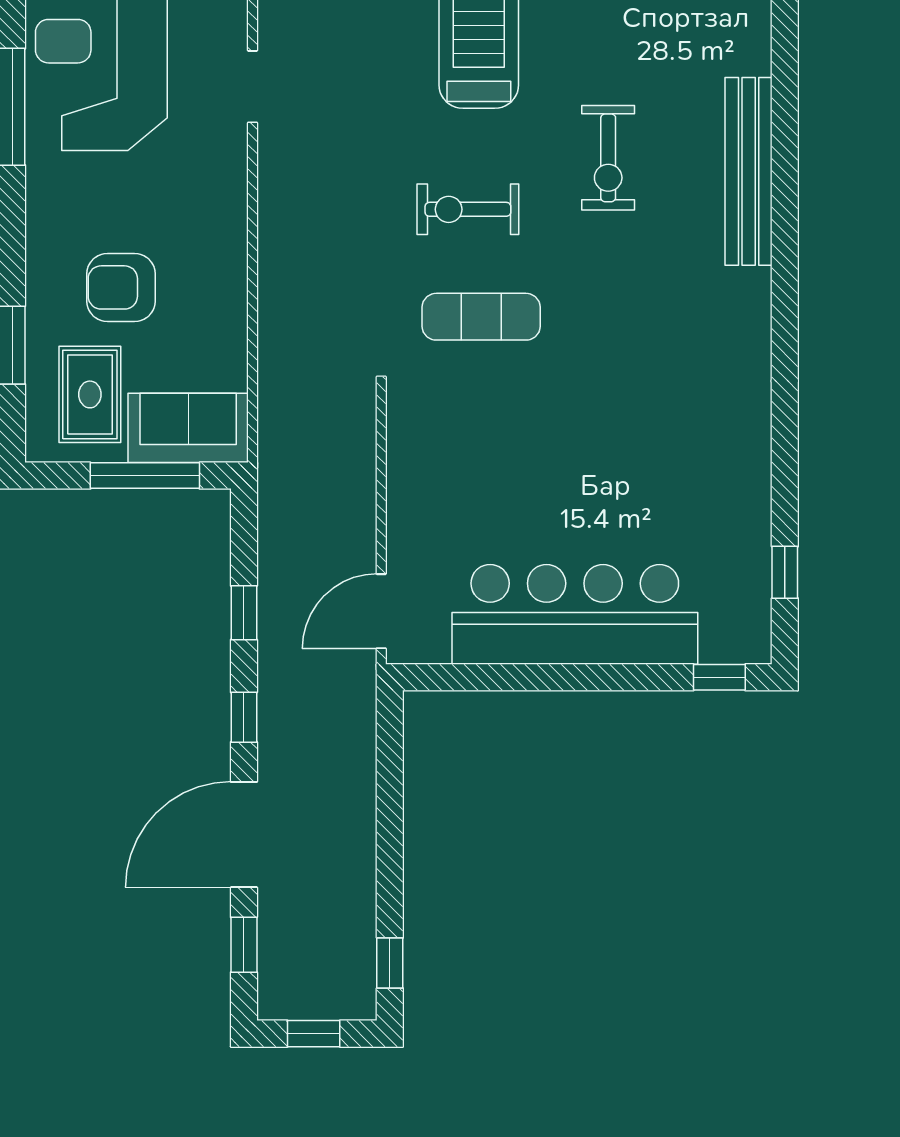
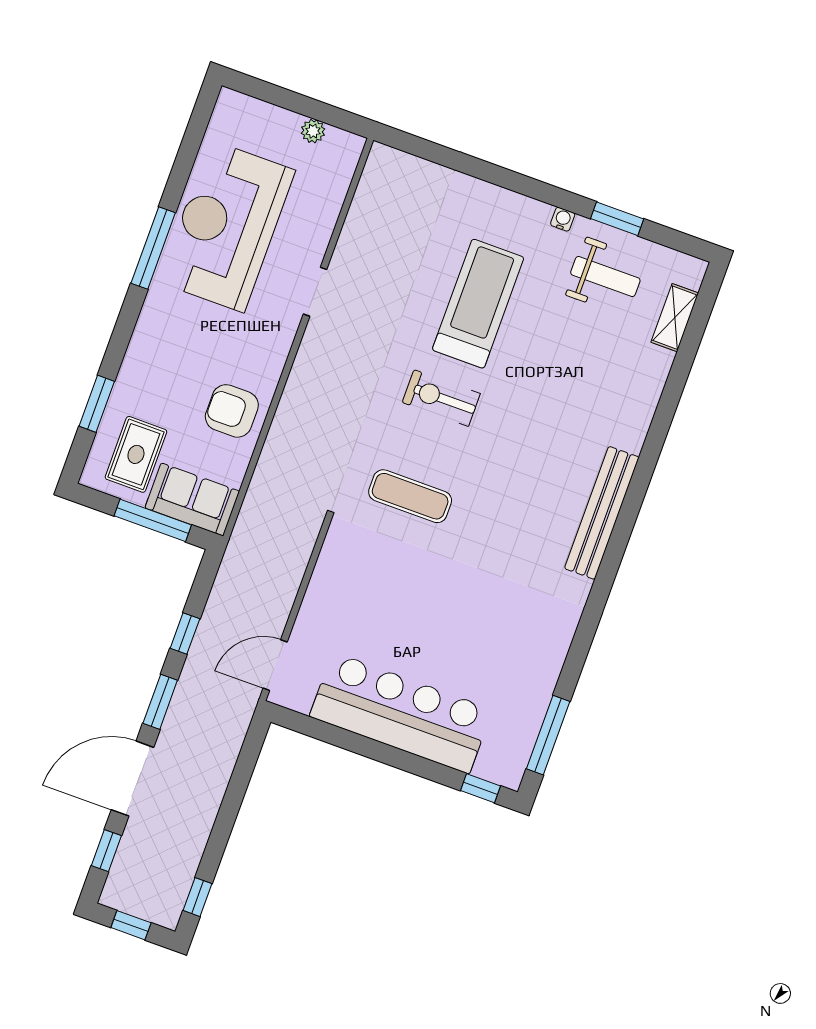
exercise bike: (608, 158) -> (531, 422), removed
bench: (749, 171) -> (602, 513), moved
exercise bike: (468, 209) -> (441, 398), moved
armchair: (121, 287) -> (232, 411), moved
window: (785, 572) -> (548, 735), width x2.17
window: (244, 717) -> (160, 702), width x1.50

